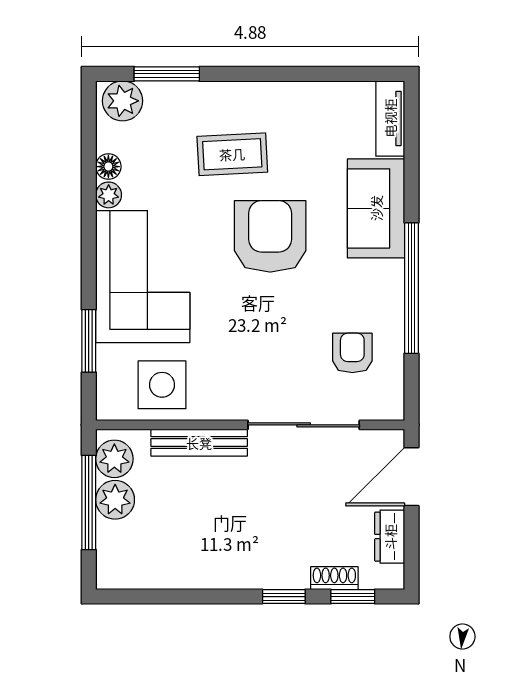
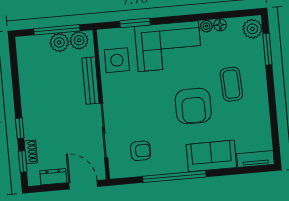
armchair: (270, 236) -> (193, 106), turned 90

